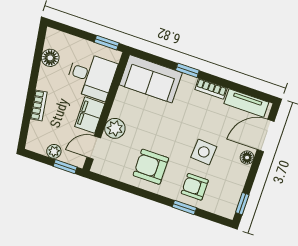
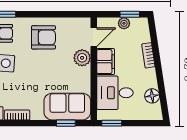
window: (187, 70) -> (66, 123), moved
window: (65, 167) -> (130, 14), moved

